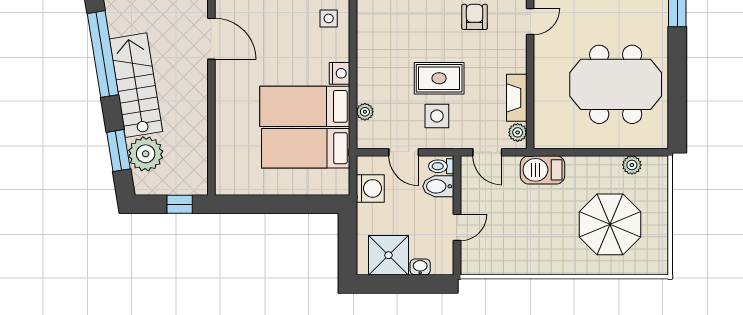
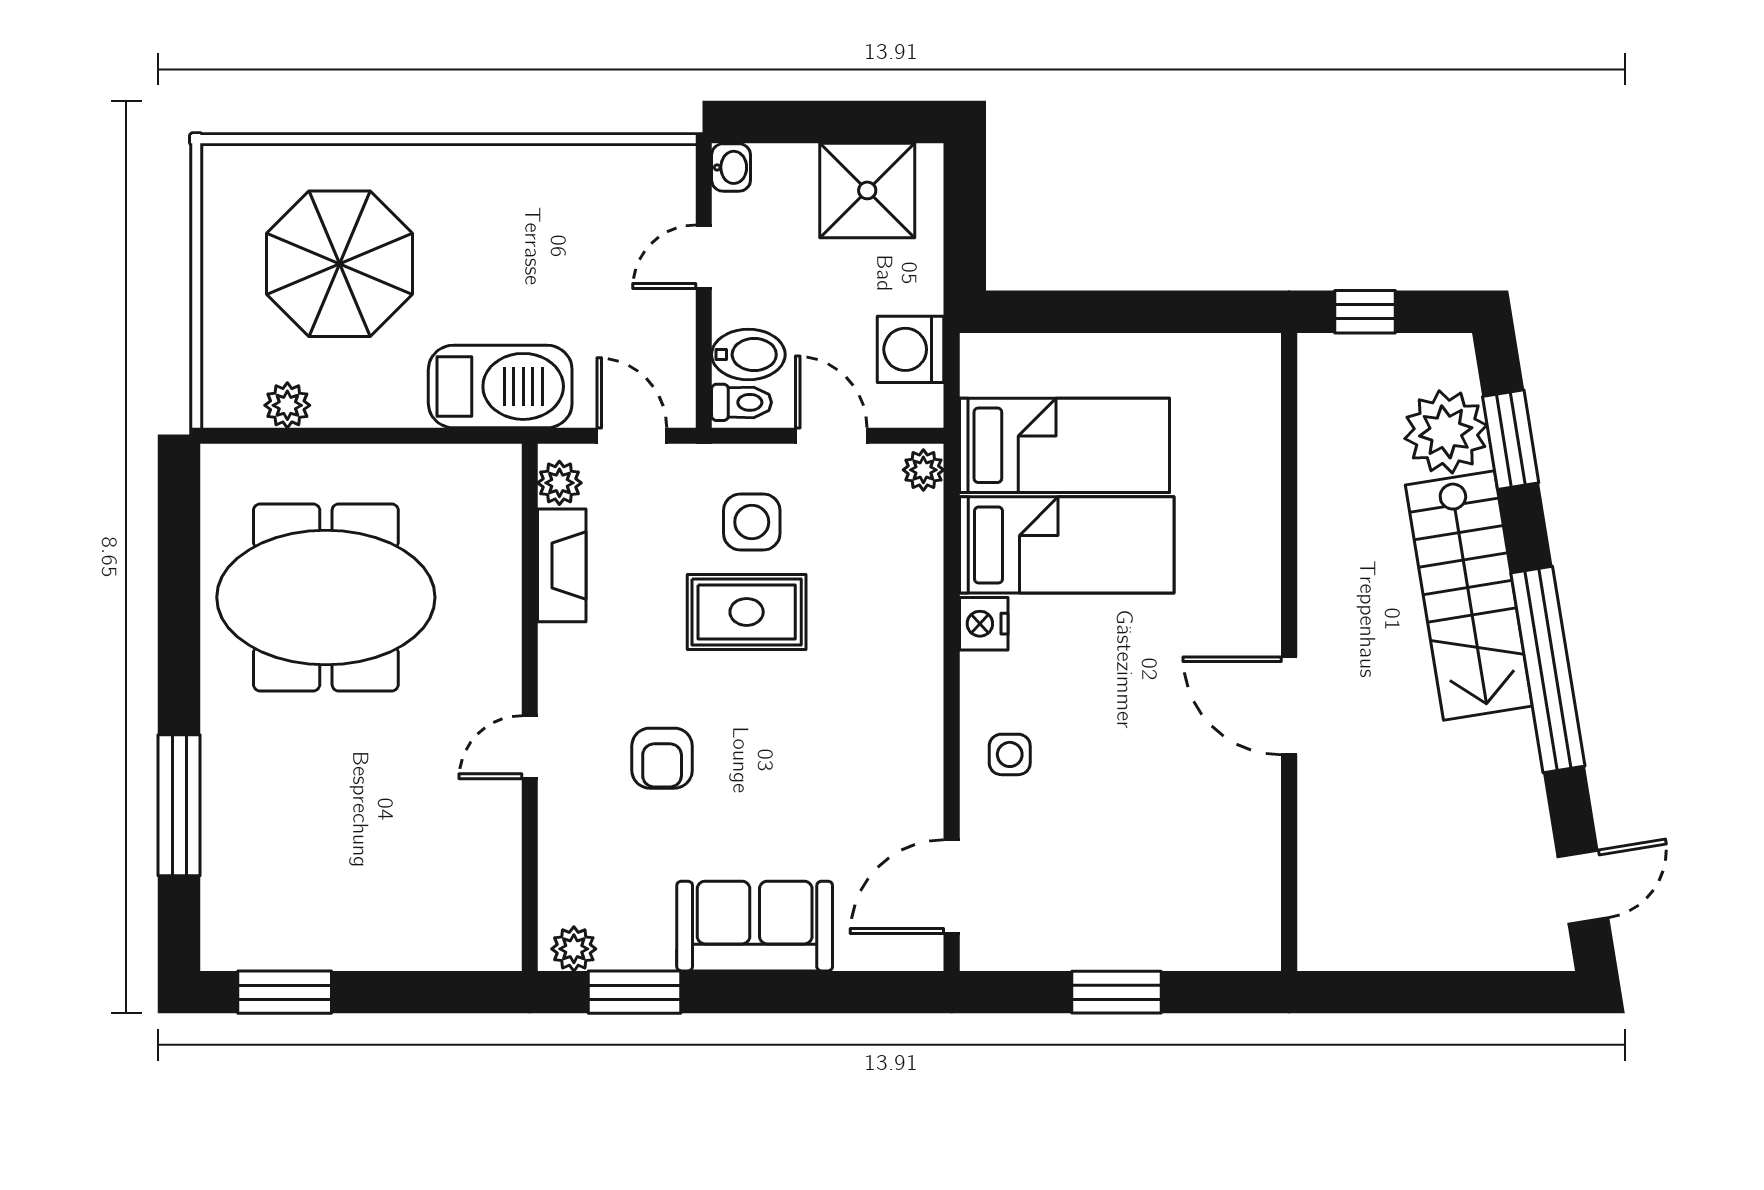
plant: (365, 112) -> (923, 470), moved
barbecue: (543, 170) -> (500, 386), width x1.37, depth x1.21
washbasin: (420, 267) -> (731, 167), moved, turned -90

